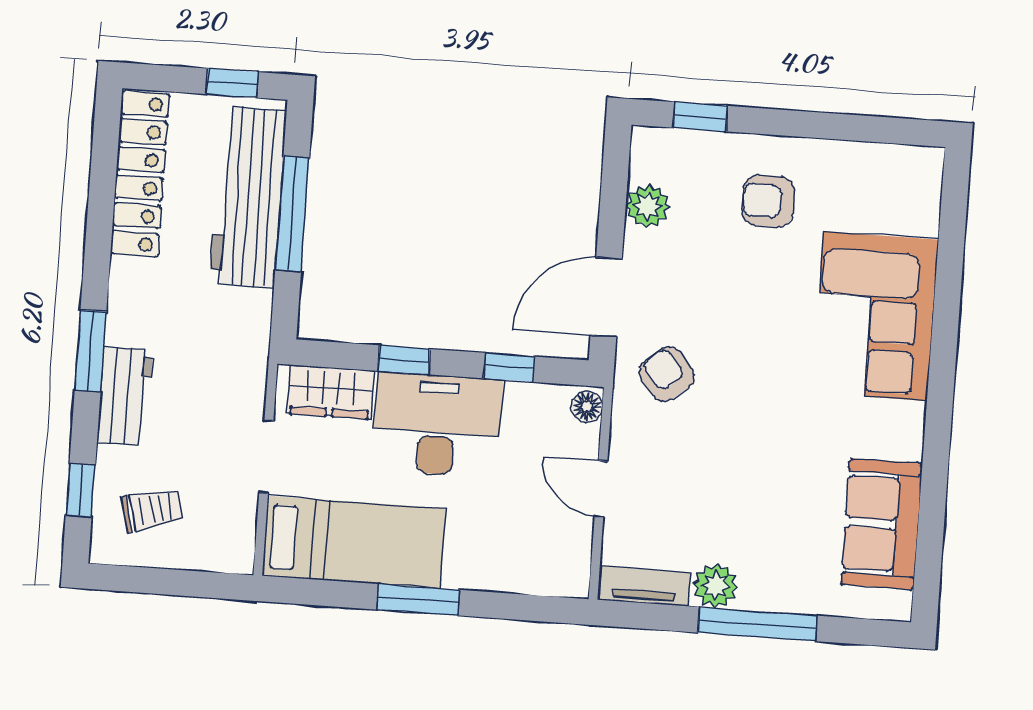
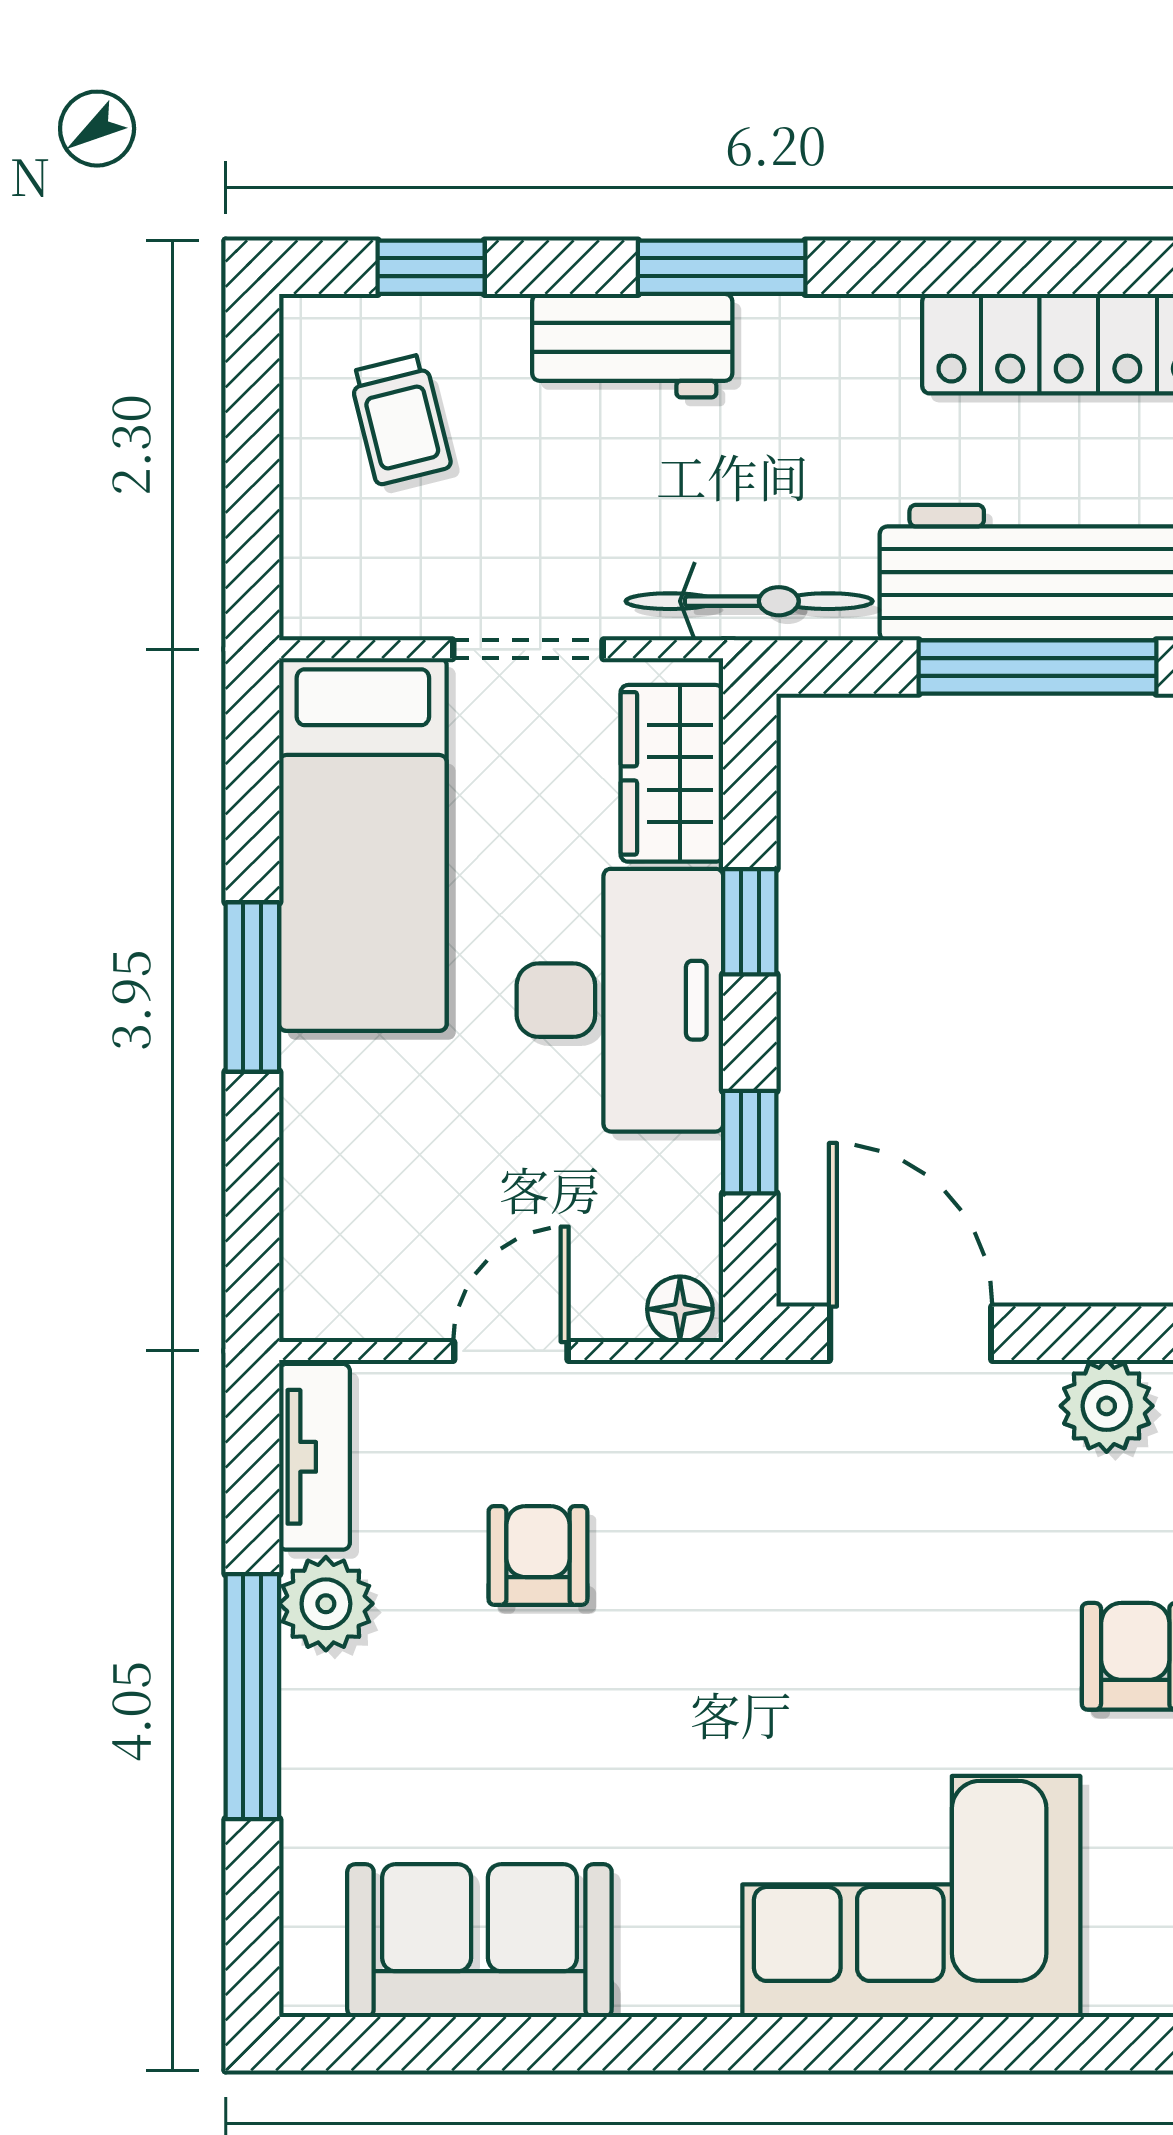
bicycle: (251, 349) -> (749, 601), added
armchair: (667, 374) -> (538, 1555), moved, turned -50

